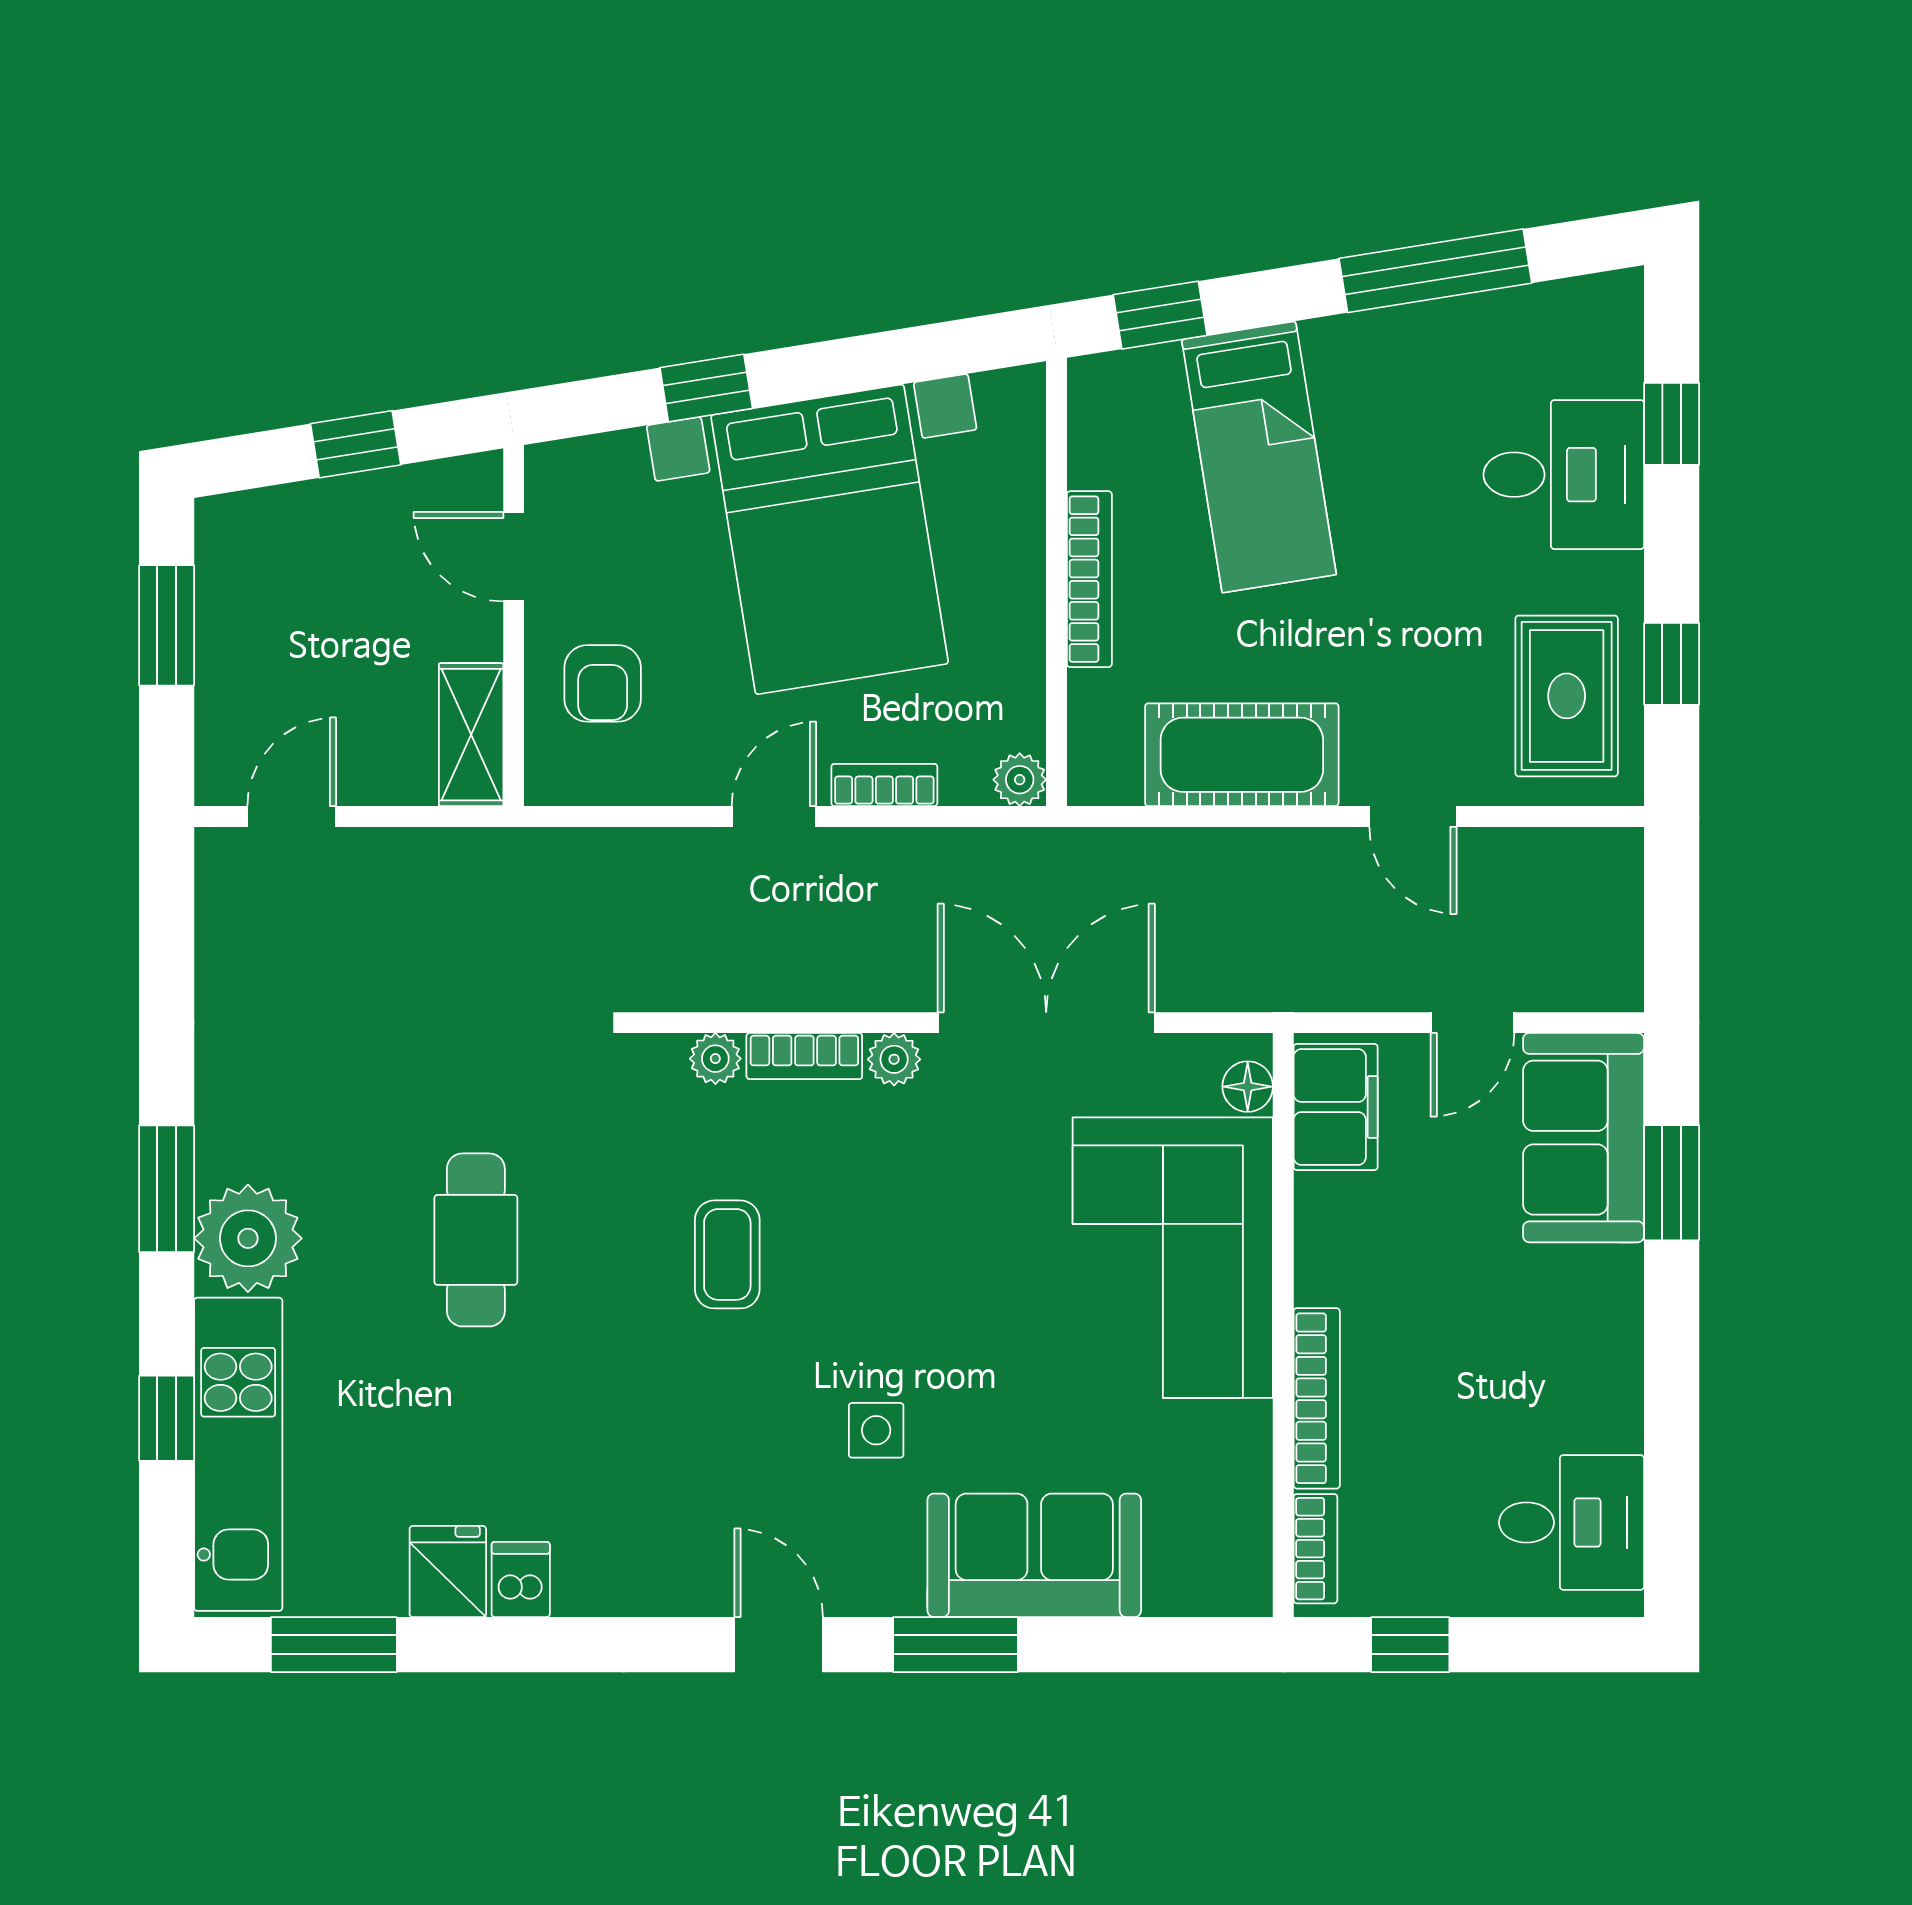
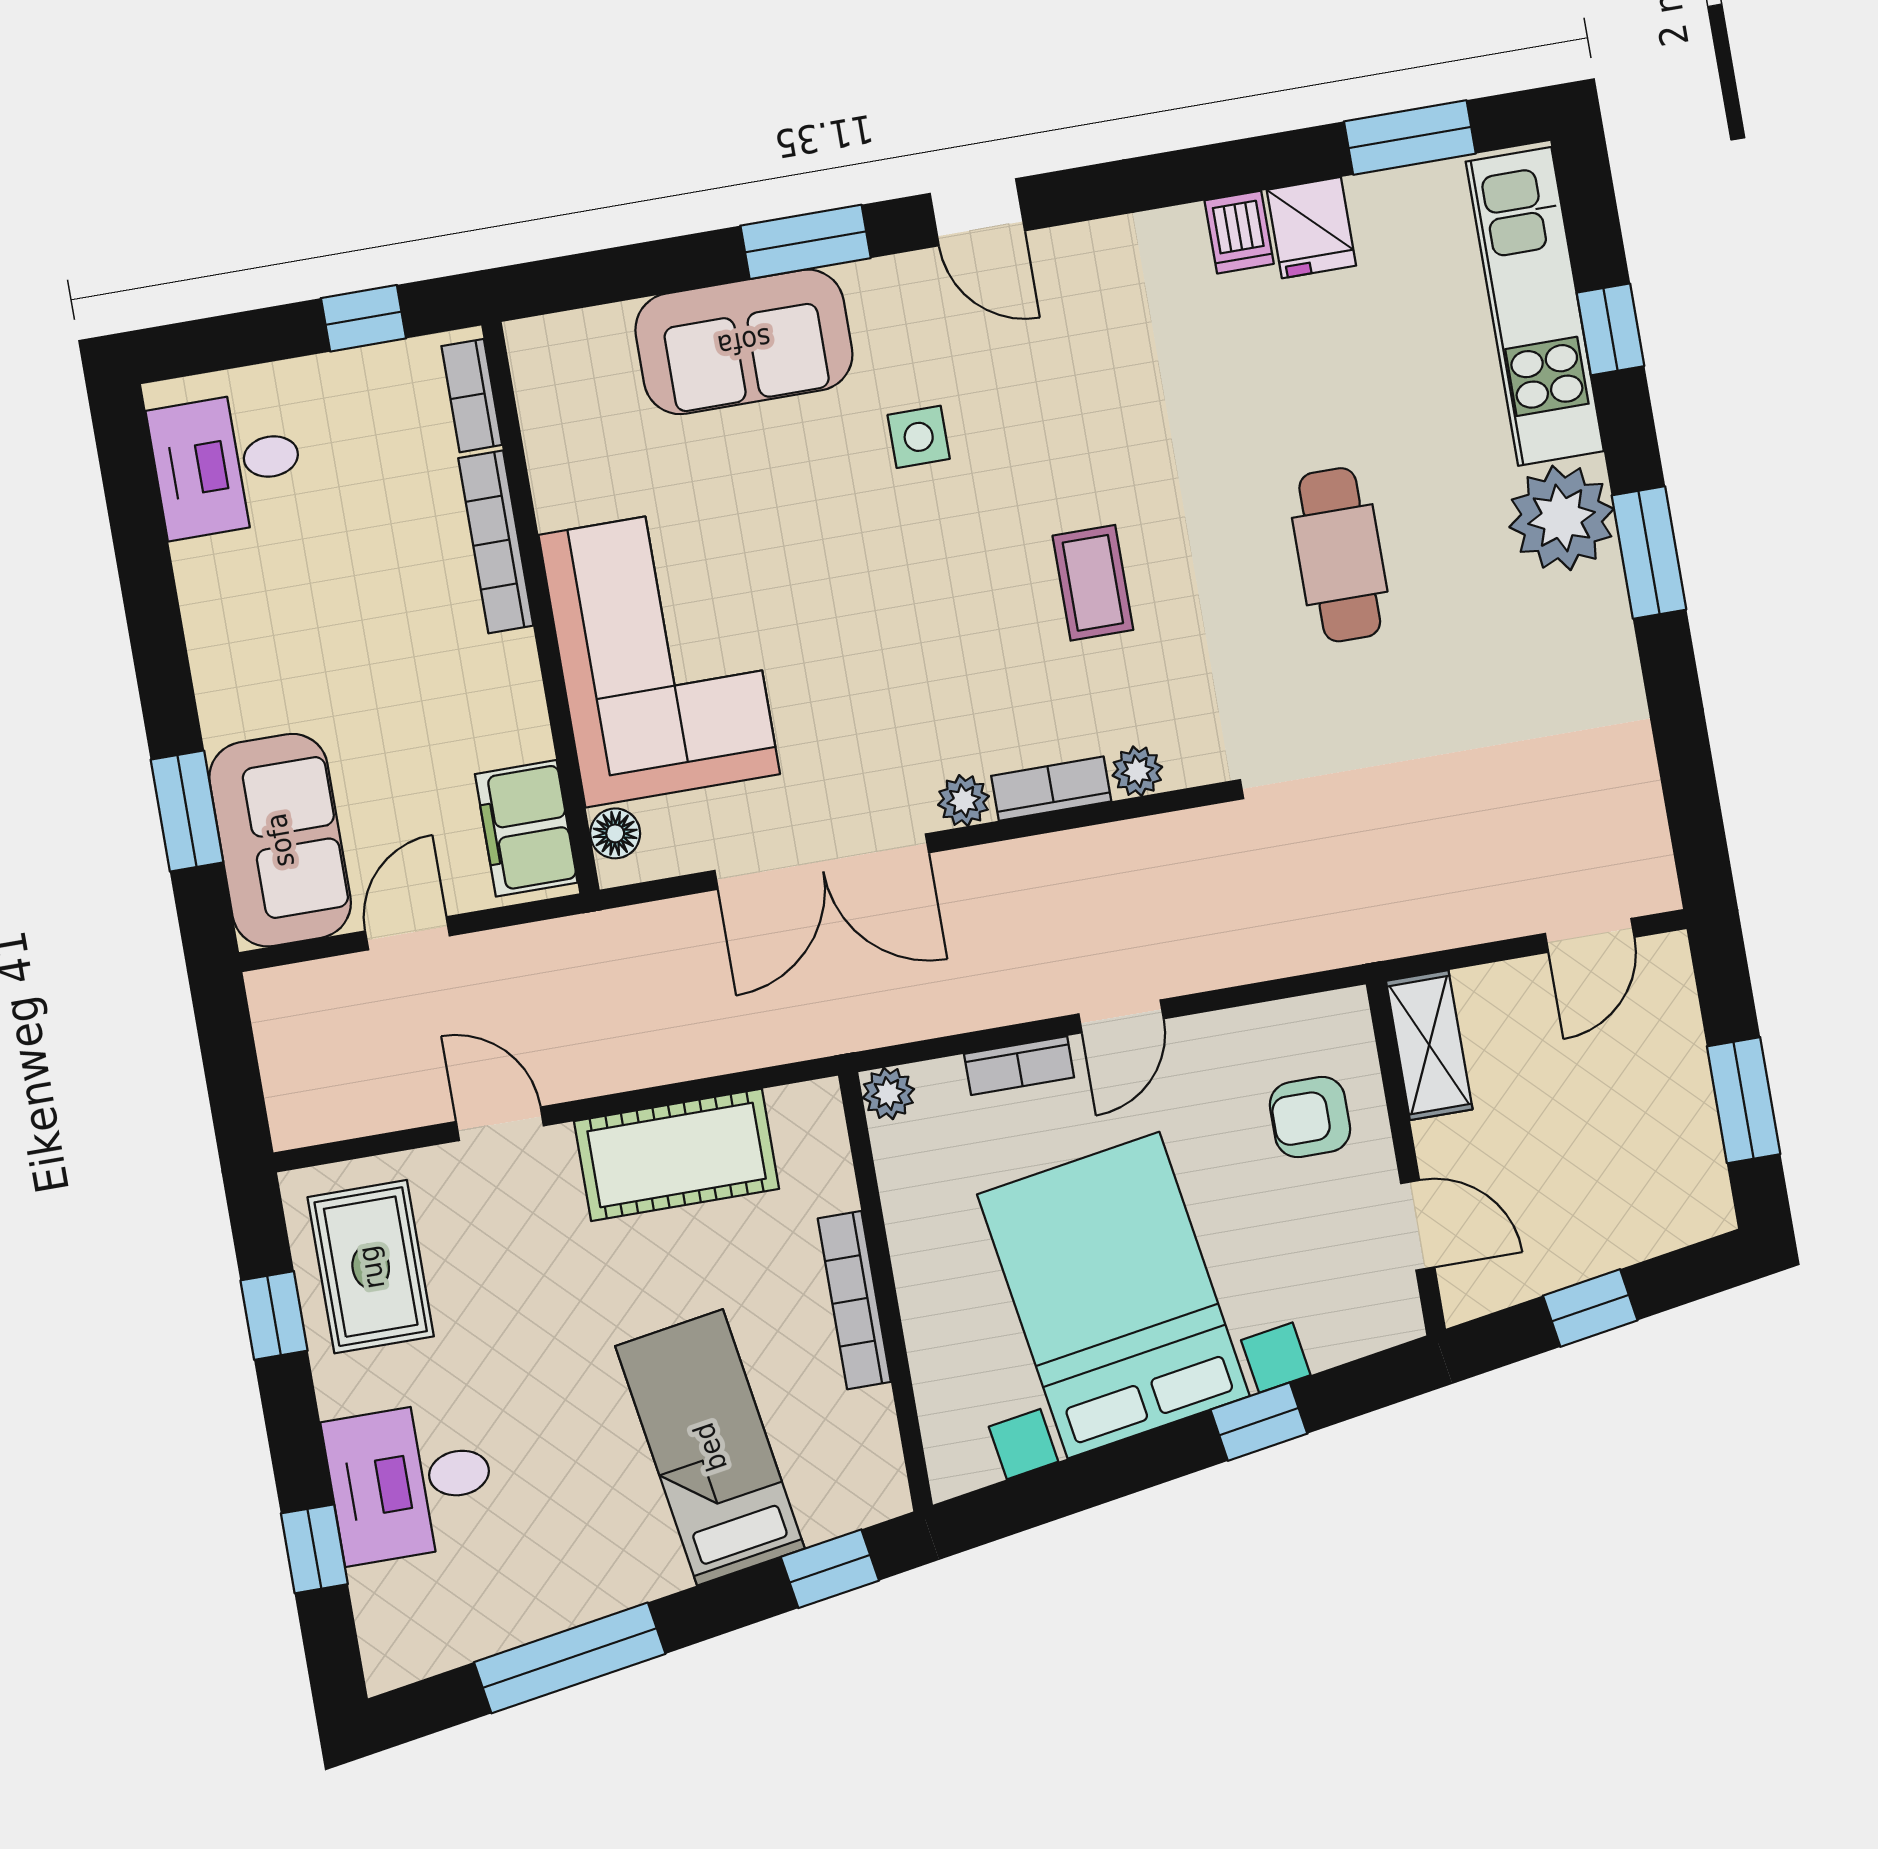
armchair: (603, 683) -> (1310, 1117), turned -90

